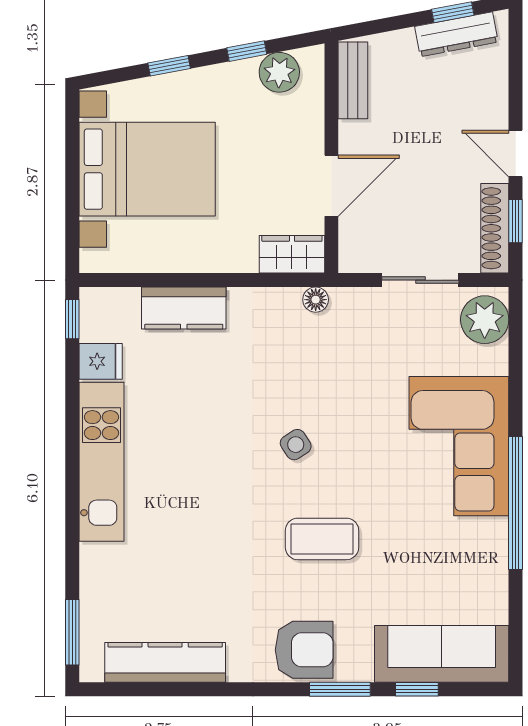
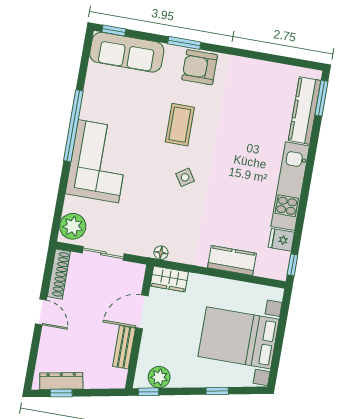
window: (247, 51) -> (148, 392), moved
bench: (353, 80) -> (124, 347), moved
window: (516, 221) -> (47, 276), removed
coffee table: (322, 539) -> (180, 125), turned 90
kitchen counter: (165, 662) -> (305, 111), moved, turned 90
window: (417, 689) -> (114, 31), moved

